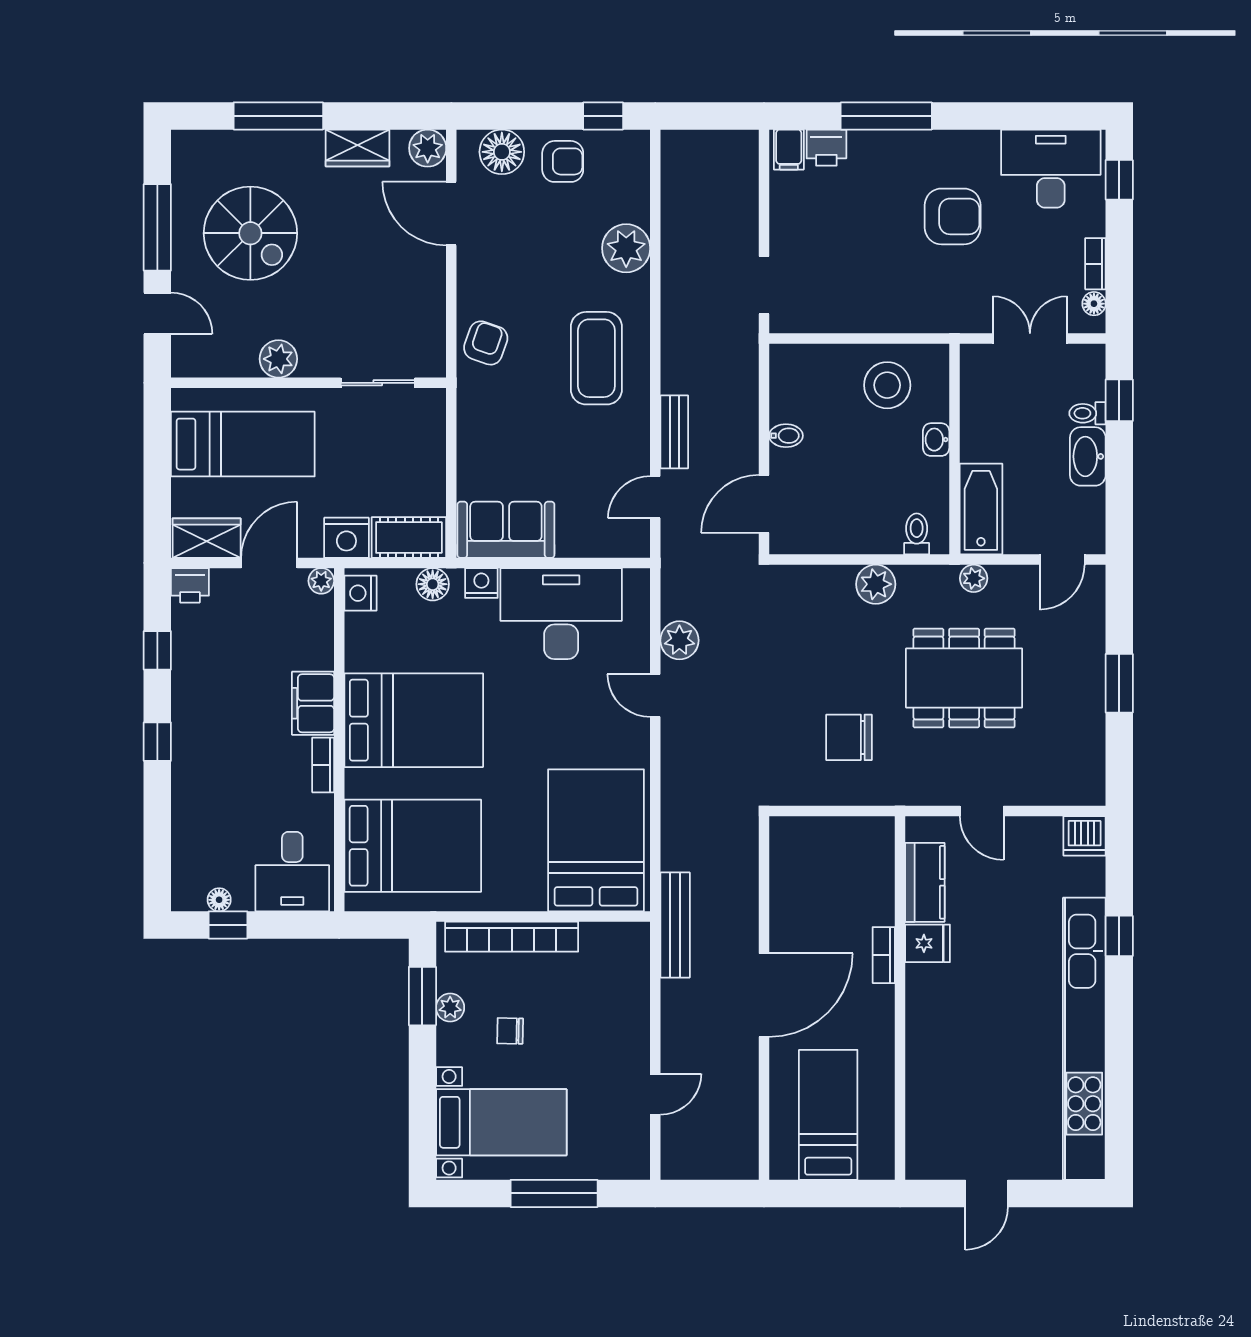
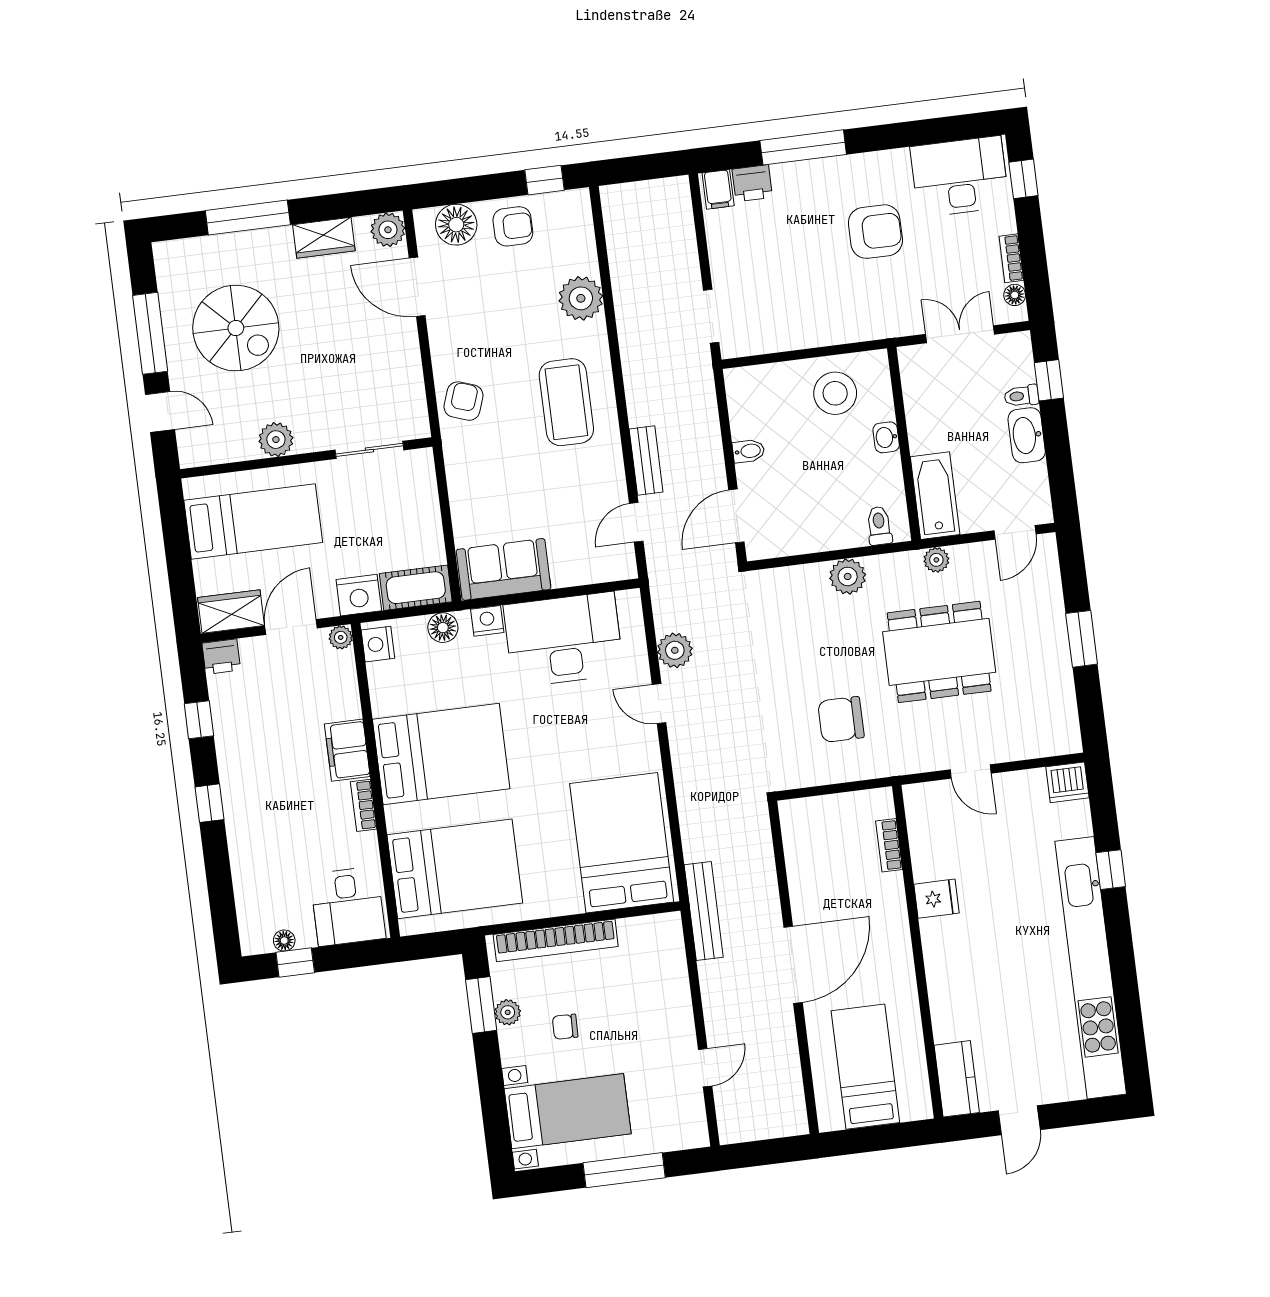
kitchen counter: (925, 882) -> (957, 1079), moved
bookcase: (884, 955) -> (889, 845), moved

